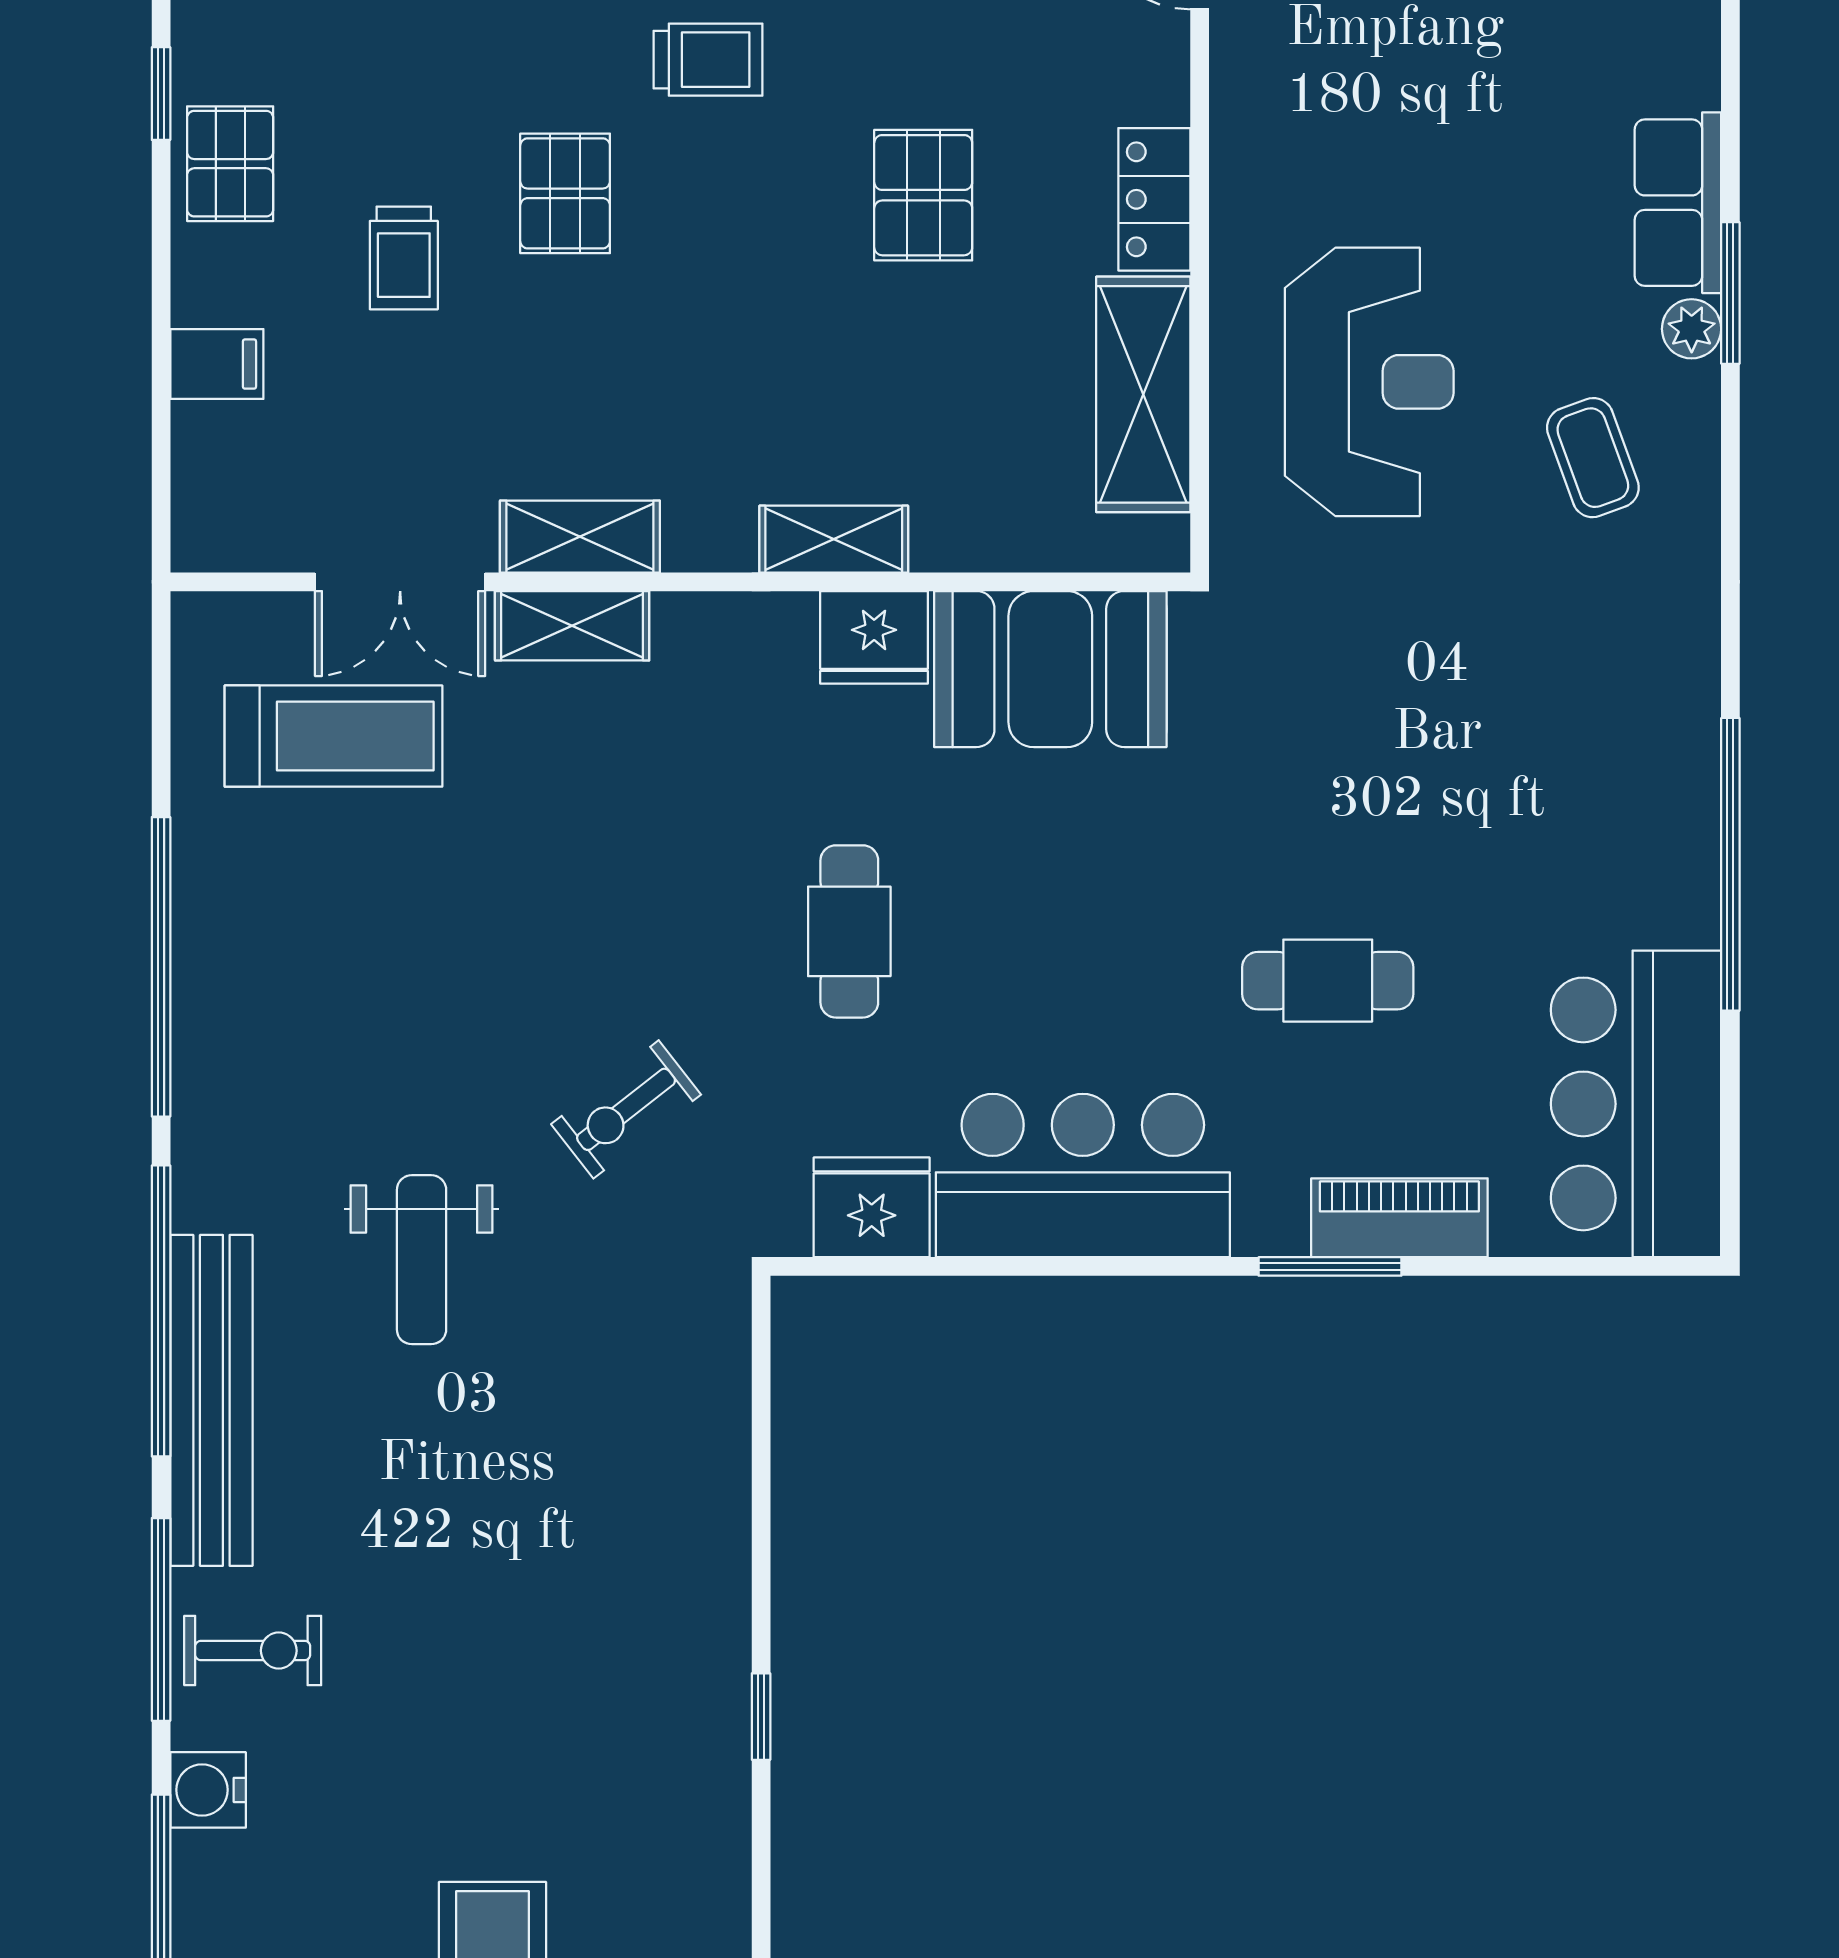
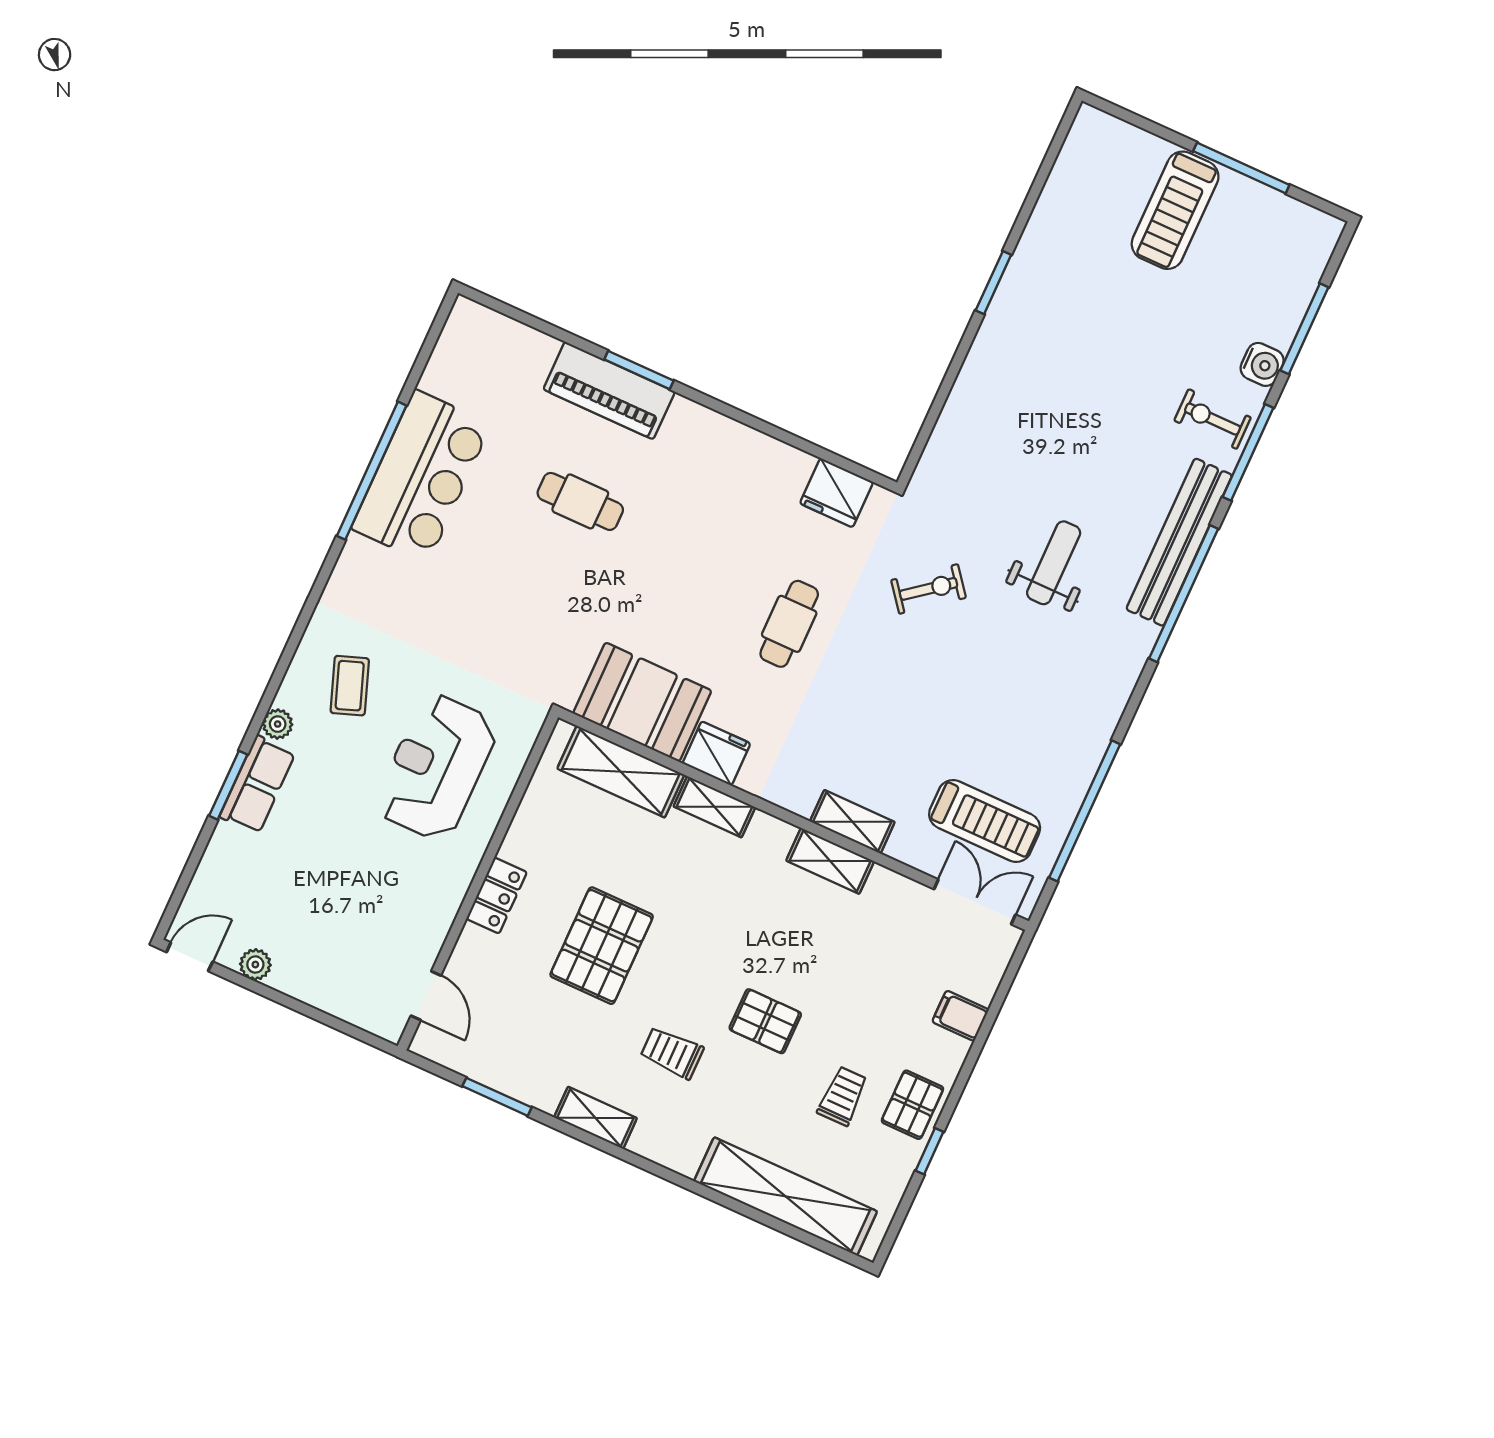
pallet: (565, 193) -> (765, 1021), turned 90
pallet: (923, 195) -> (602, 946), width x1.50, depth x1.42
trolley: (404, 258) -> (843, 1096), moved
window: (1730, 293) -> (228, 785), moved
shelving: (1143, 394) -> (621, 772), moved, turned 90
double door: (400, 582) -> (975, 902), moved
treadmill: (334, 736) -> (985, 821), turned 180
window: (161, 967) -> (1085, 811), moved
bar counter: (1636, 1104) -> (421, 476), moved
bar counter: (1083, 1176) -> (733, 463), removed
piano: (1399, 1218) -> (609, 391), width x1.37, depth x1.33
window: (761, 1717) -> (993, 283), width x1.50

